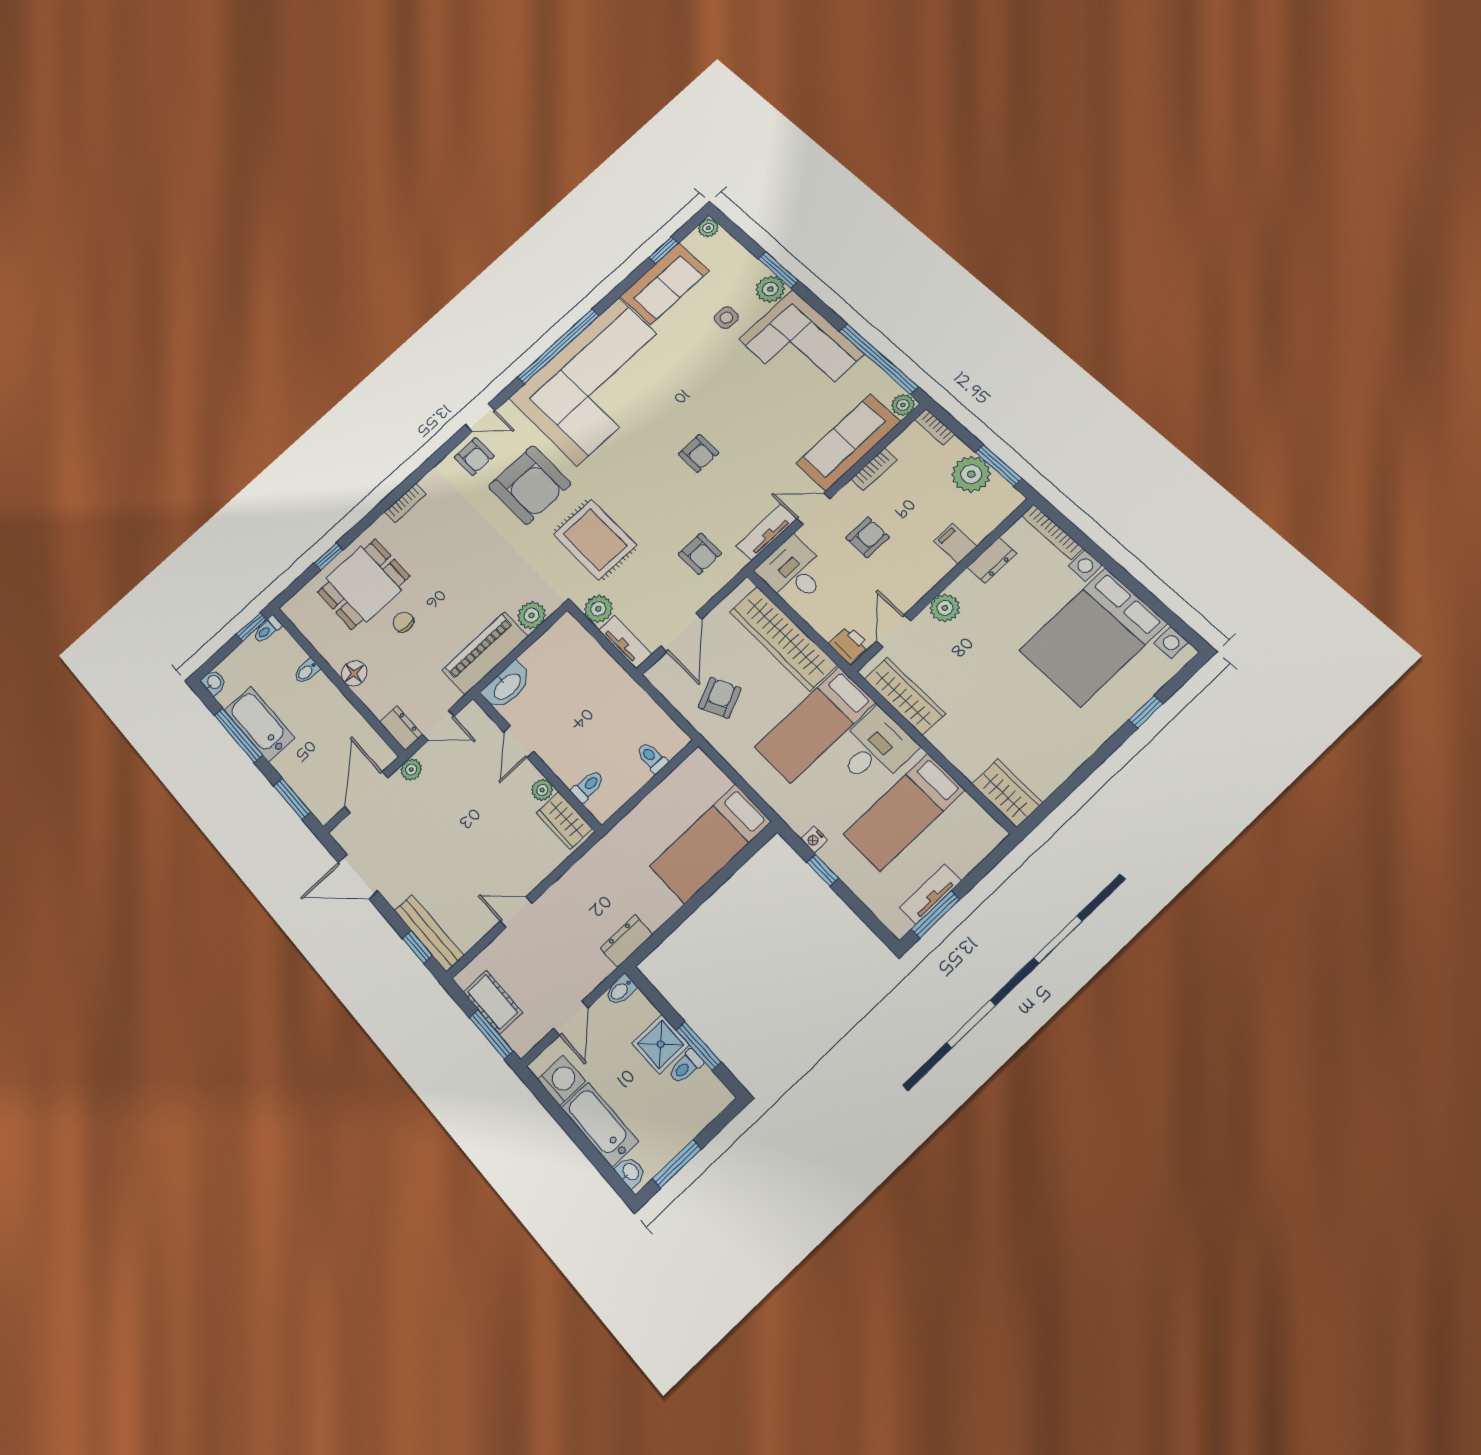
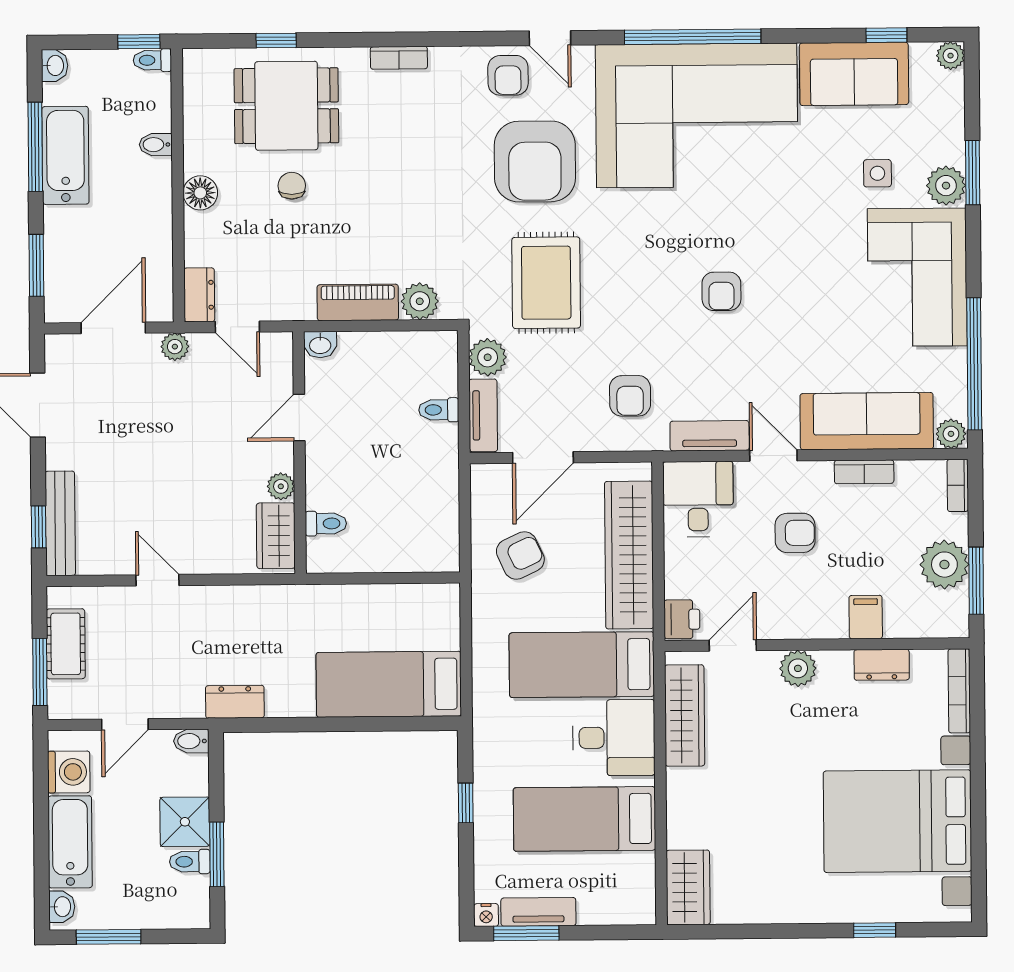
piano: (485, 653) -> (358, 302), width x0.73, depth x0.75
washbasin: (507, 686) -> (320, 345), width x0.52, depth x0.69
toilet: (652, 758) -> (439, 410), moved, turned -90
nightstand: (814, 839) -> (486, 915), moved, turned -90

